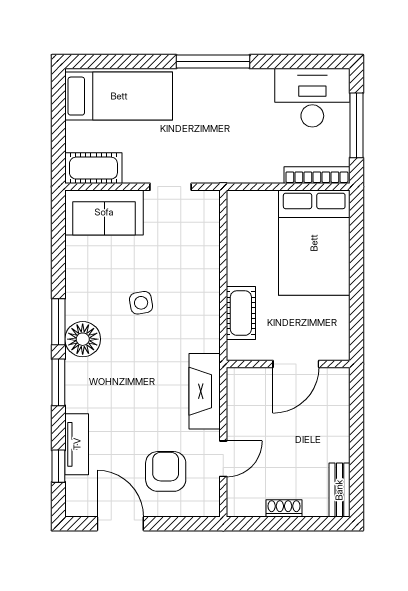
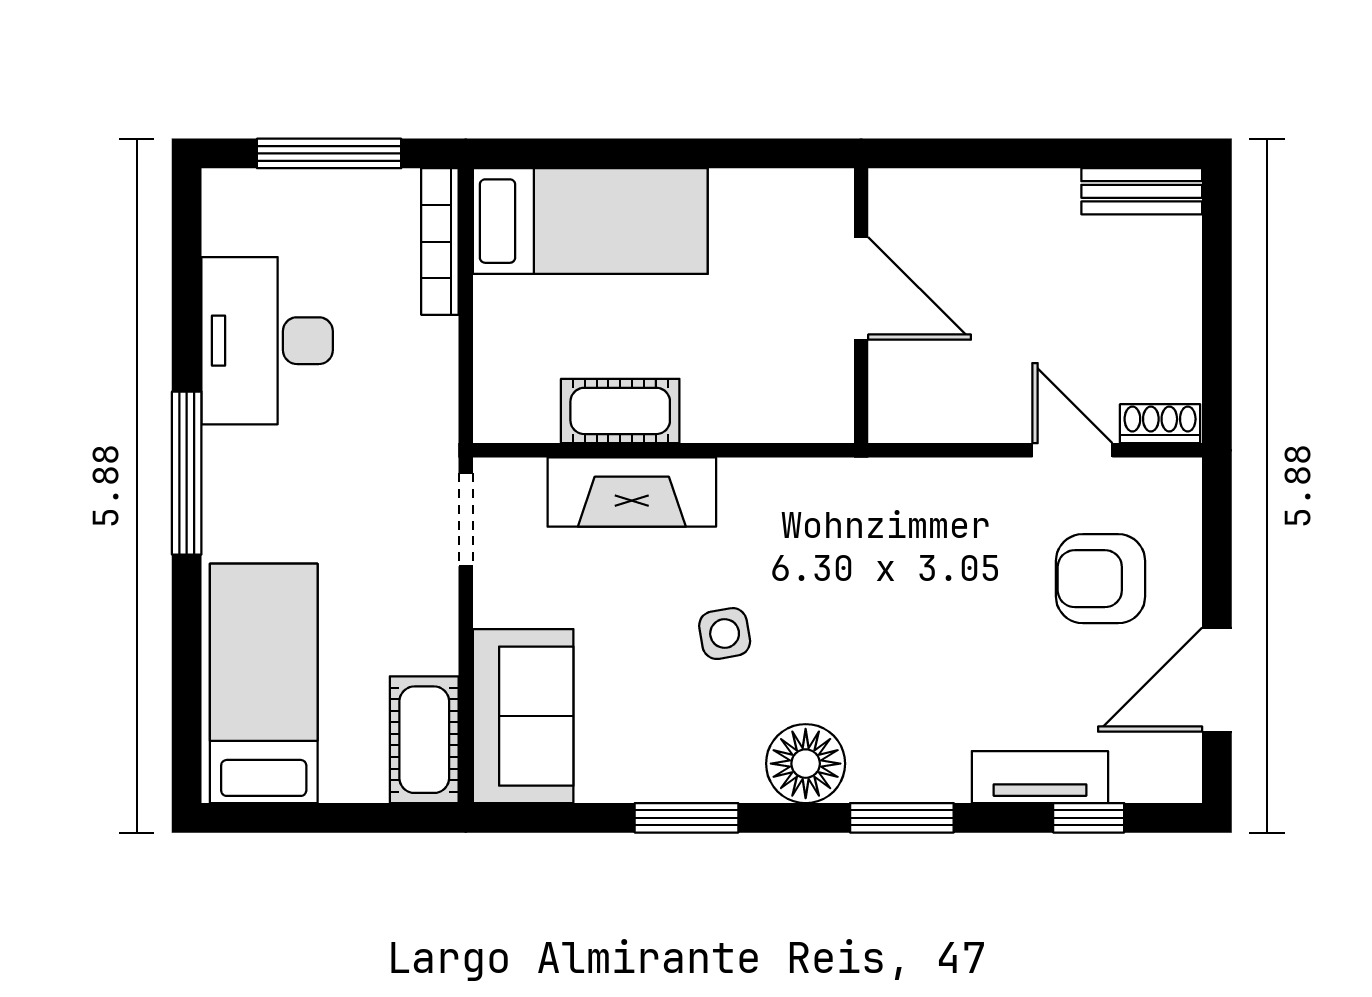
desk: (312, 98) -> (267, 341), moved
doorway: (171, 187) -> (466, 520), moved
bed: (314, 243) -> (590, 221), width x0.67
cot: (241, 313) -> (620, 411), moved
window: (58, 322) -> (687, 818), moved
fireplace: (205, 391) -> (632, 492), moved
shoe rack: (284, 508) -> (1160, 424), moved, turned 90

